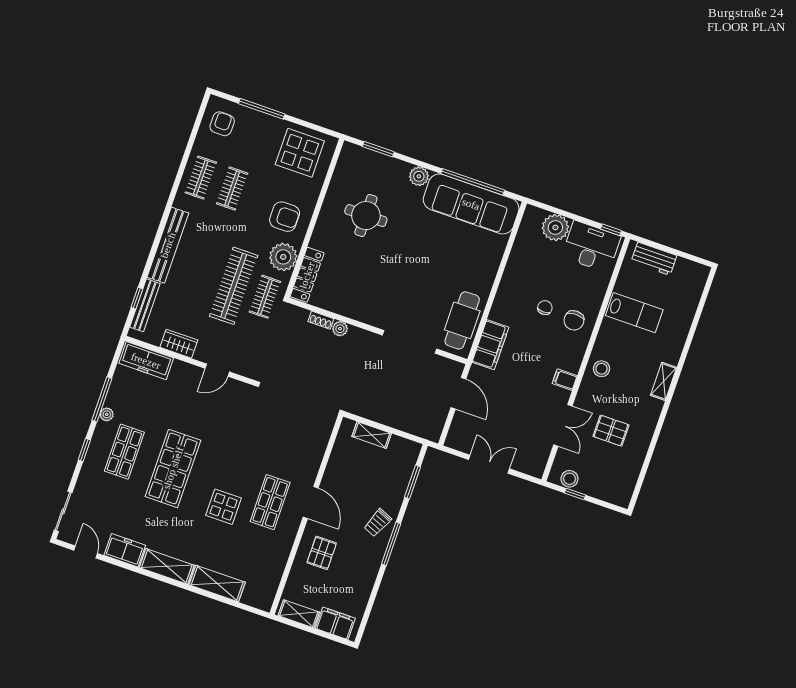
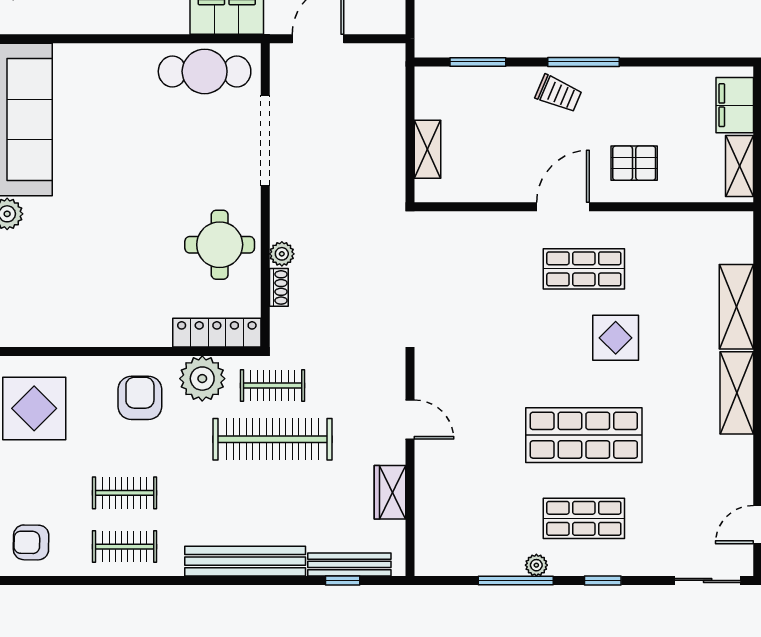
round table: (366, 216) -> (220, 245), moved
freezer: (146, 361) -> (433, 533), removed
freezer: (125, 550) -> (734, 466), removed

